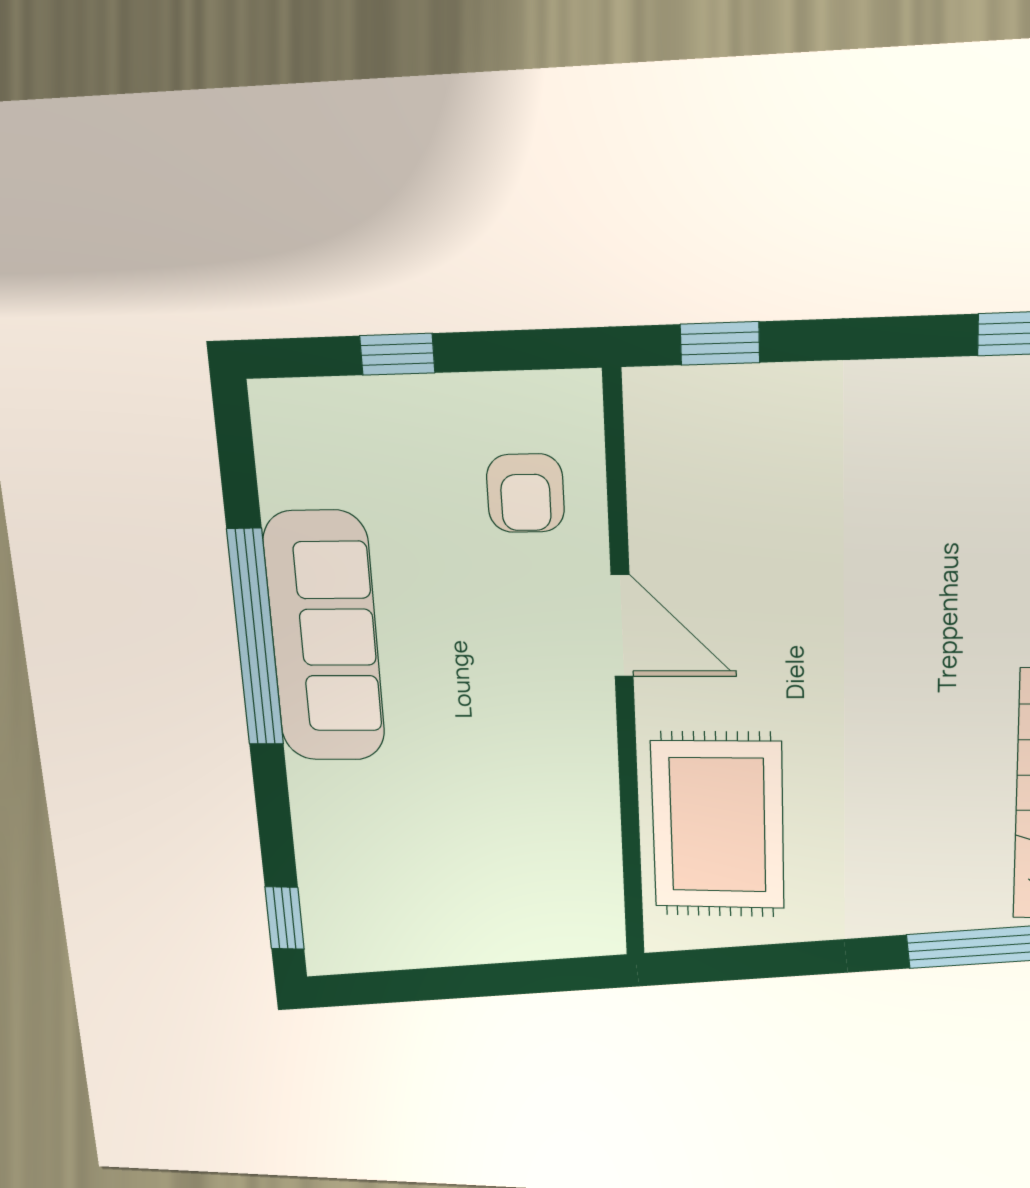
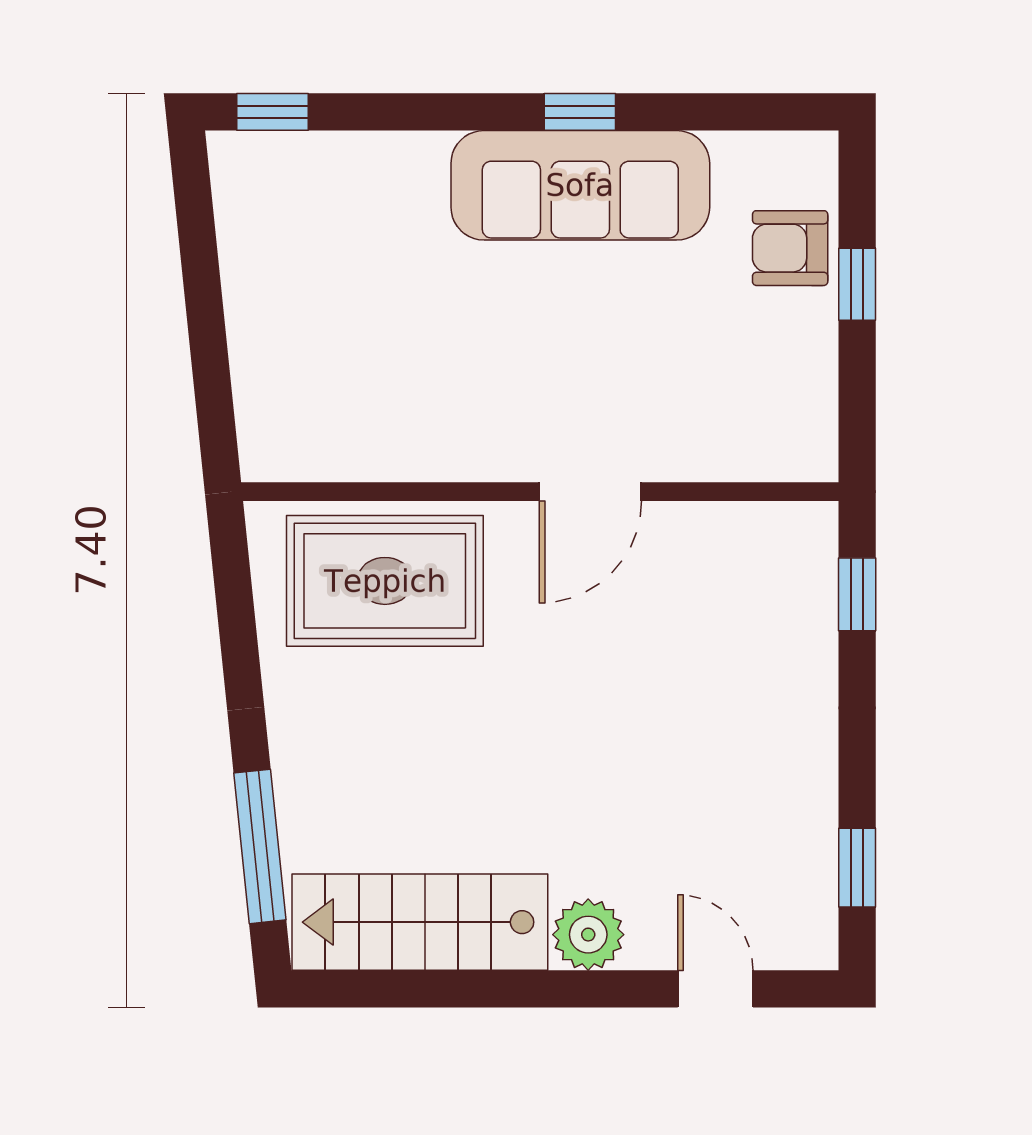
armchair: (525, 493) -> (790, 248), moved
window: (255, 638) -> (580, 112), width x0.32

